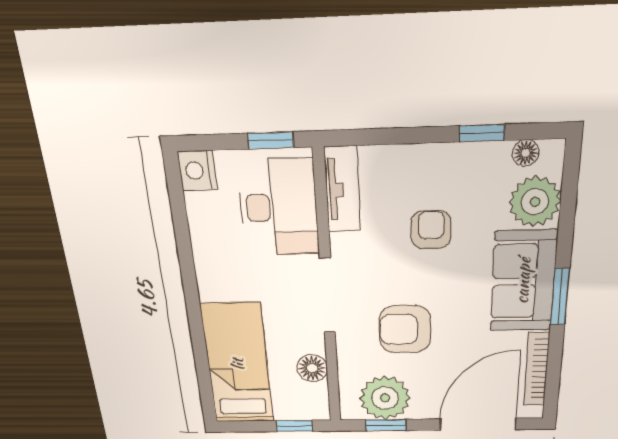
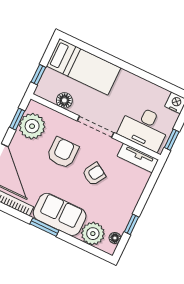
armchair: (431, 230) -> (94, 174), moved, turned -58

